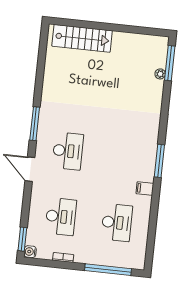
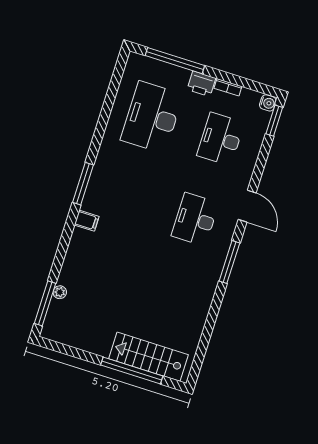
window: (93, 25) -> (132, 371), added
filing cabinet: (145, 188) -> (87, 221), moved
desk: (117, 223) -> (152, 117), width x1.36, depth x1.30
printer: (84, 256) -> (201, 84), added

